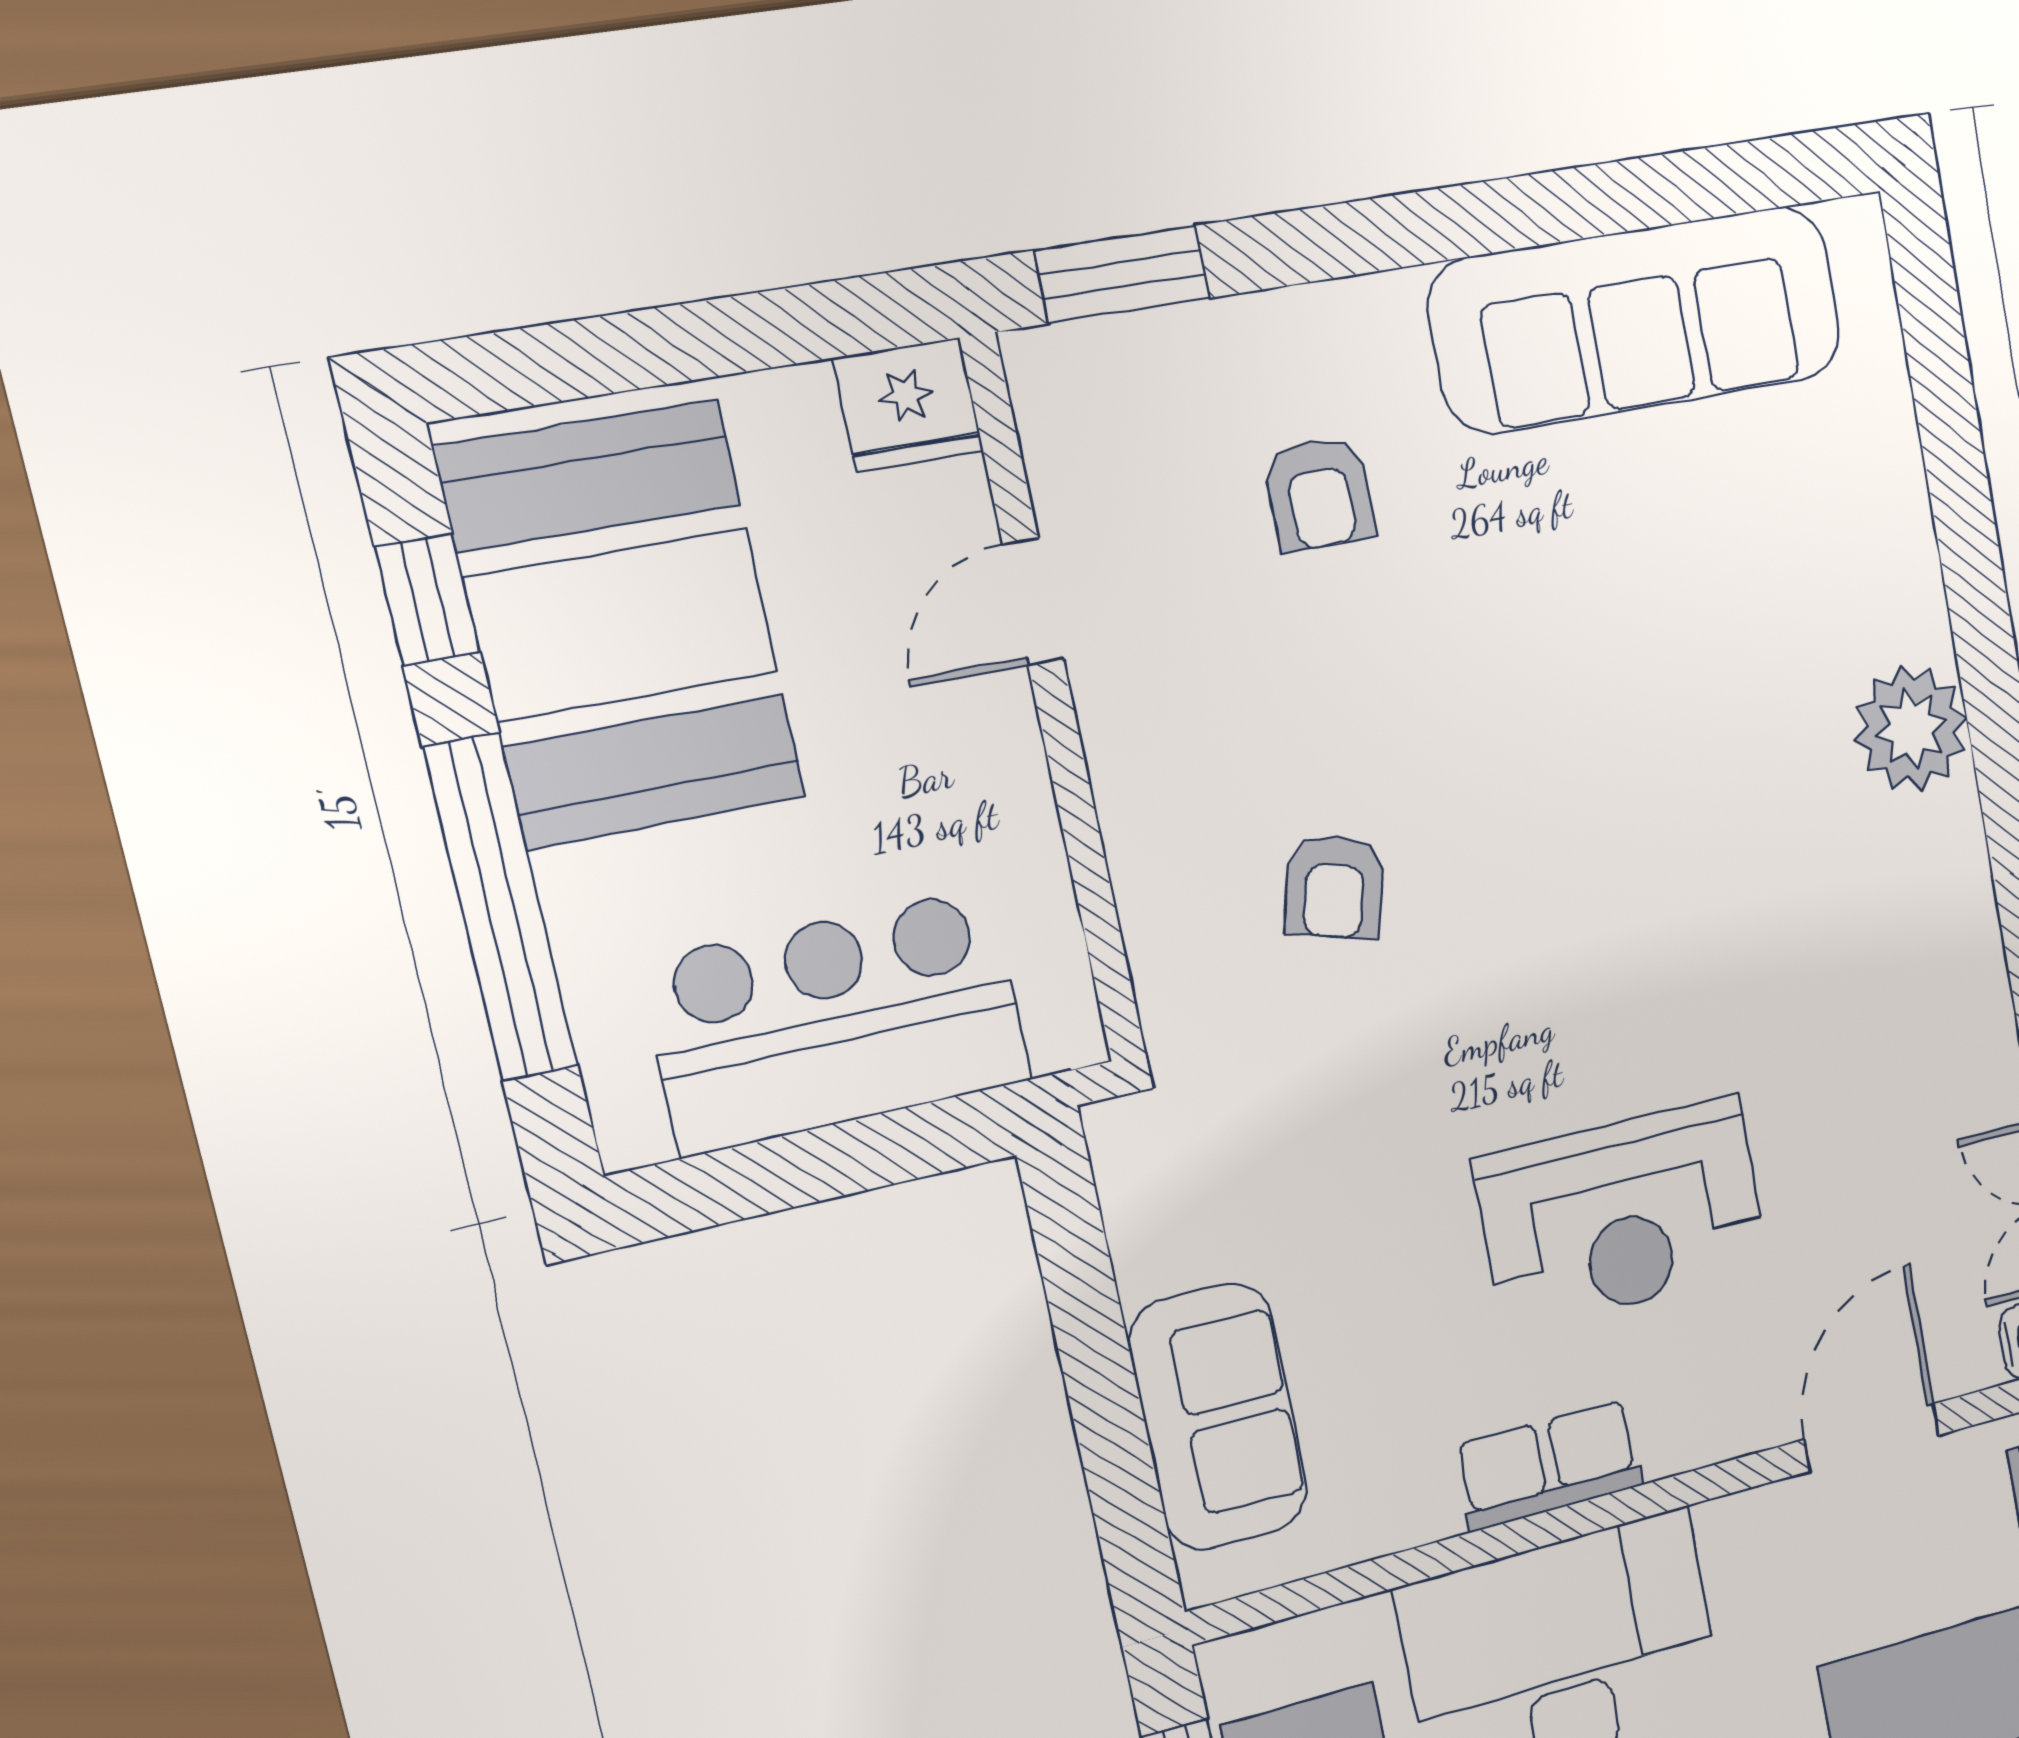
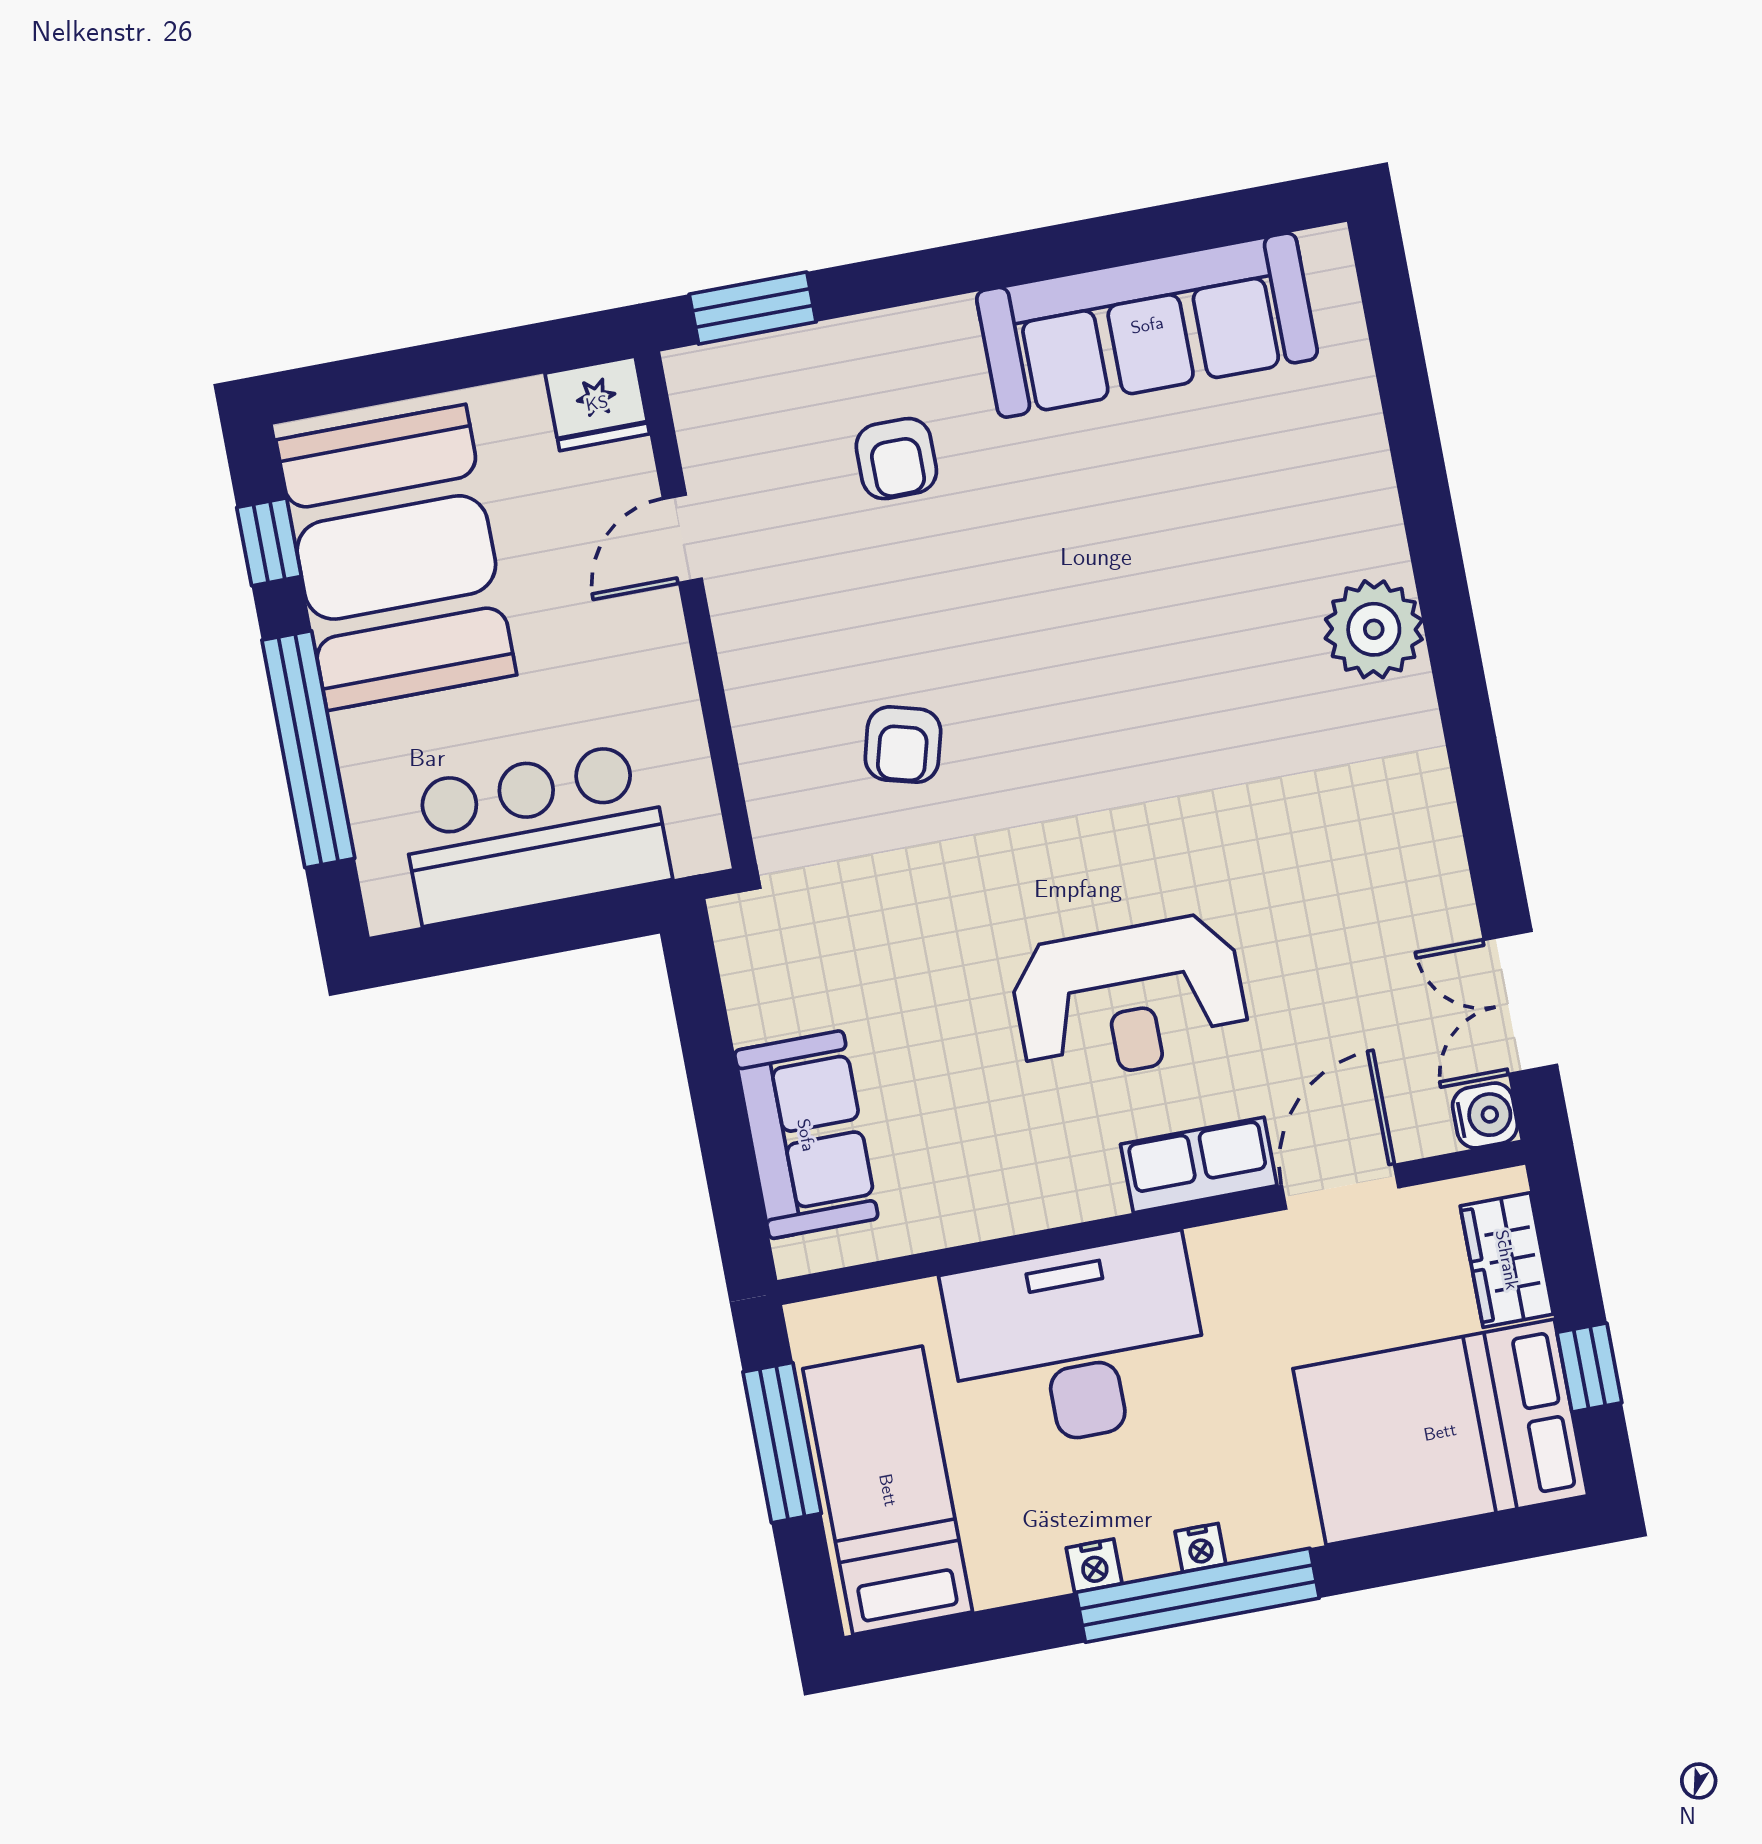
row of seats: (1549, 1465) -> (1199, 1165), moved

